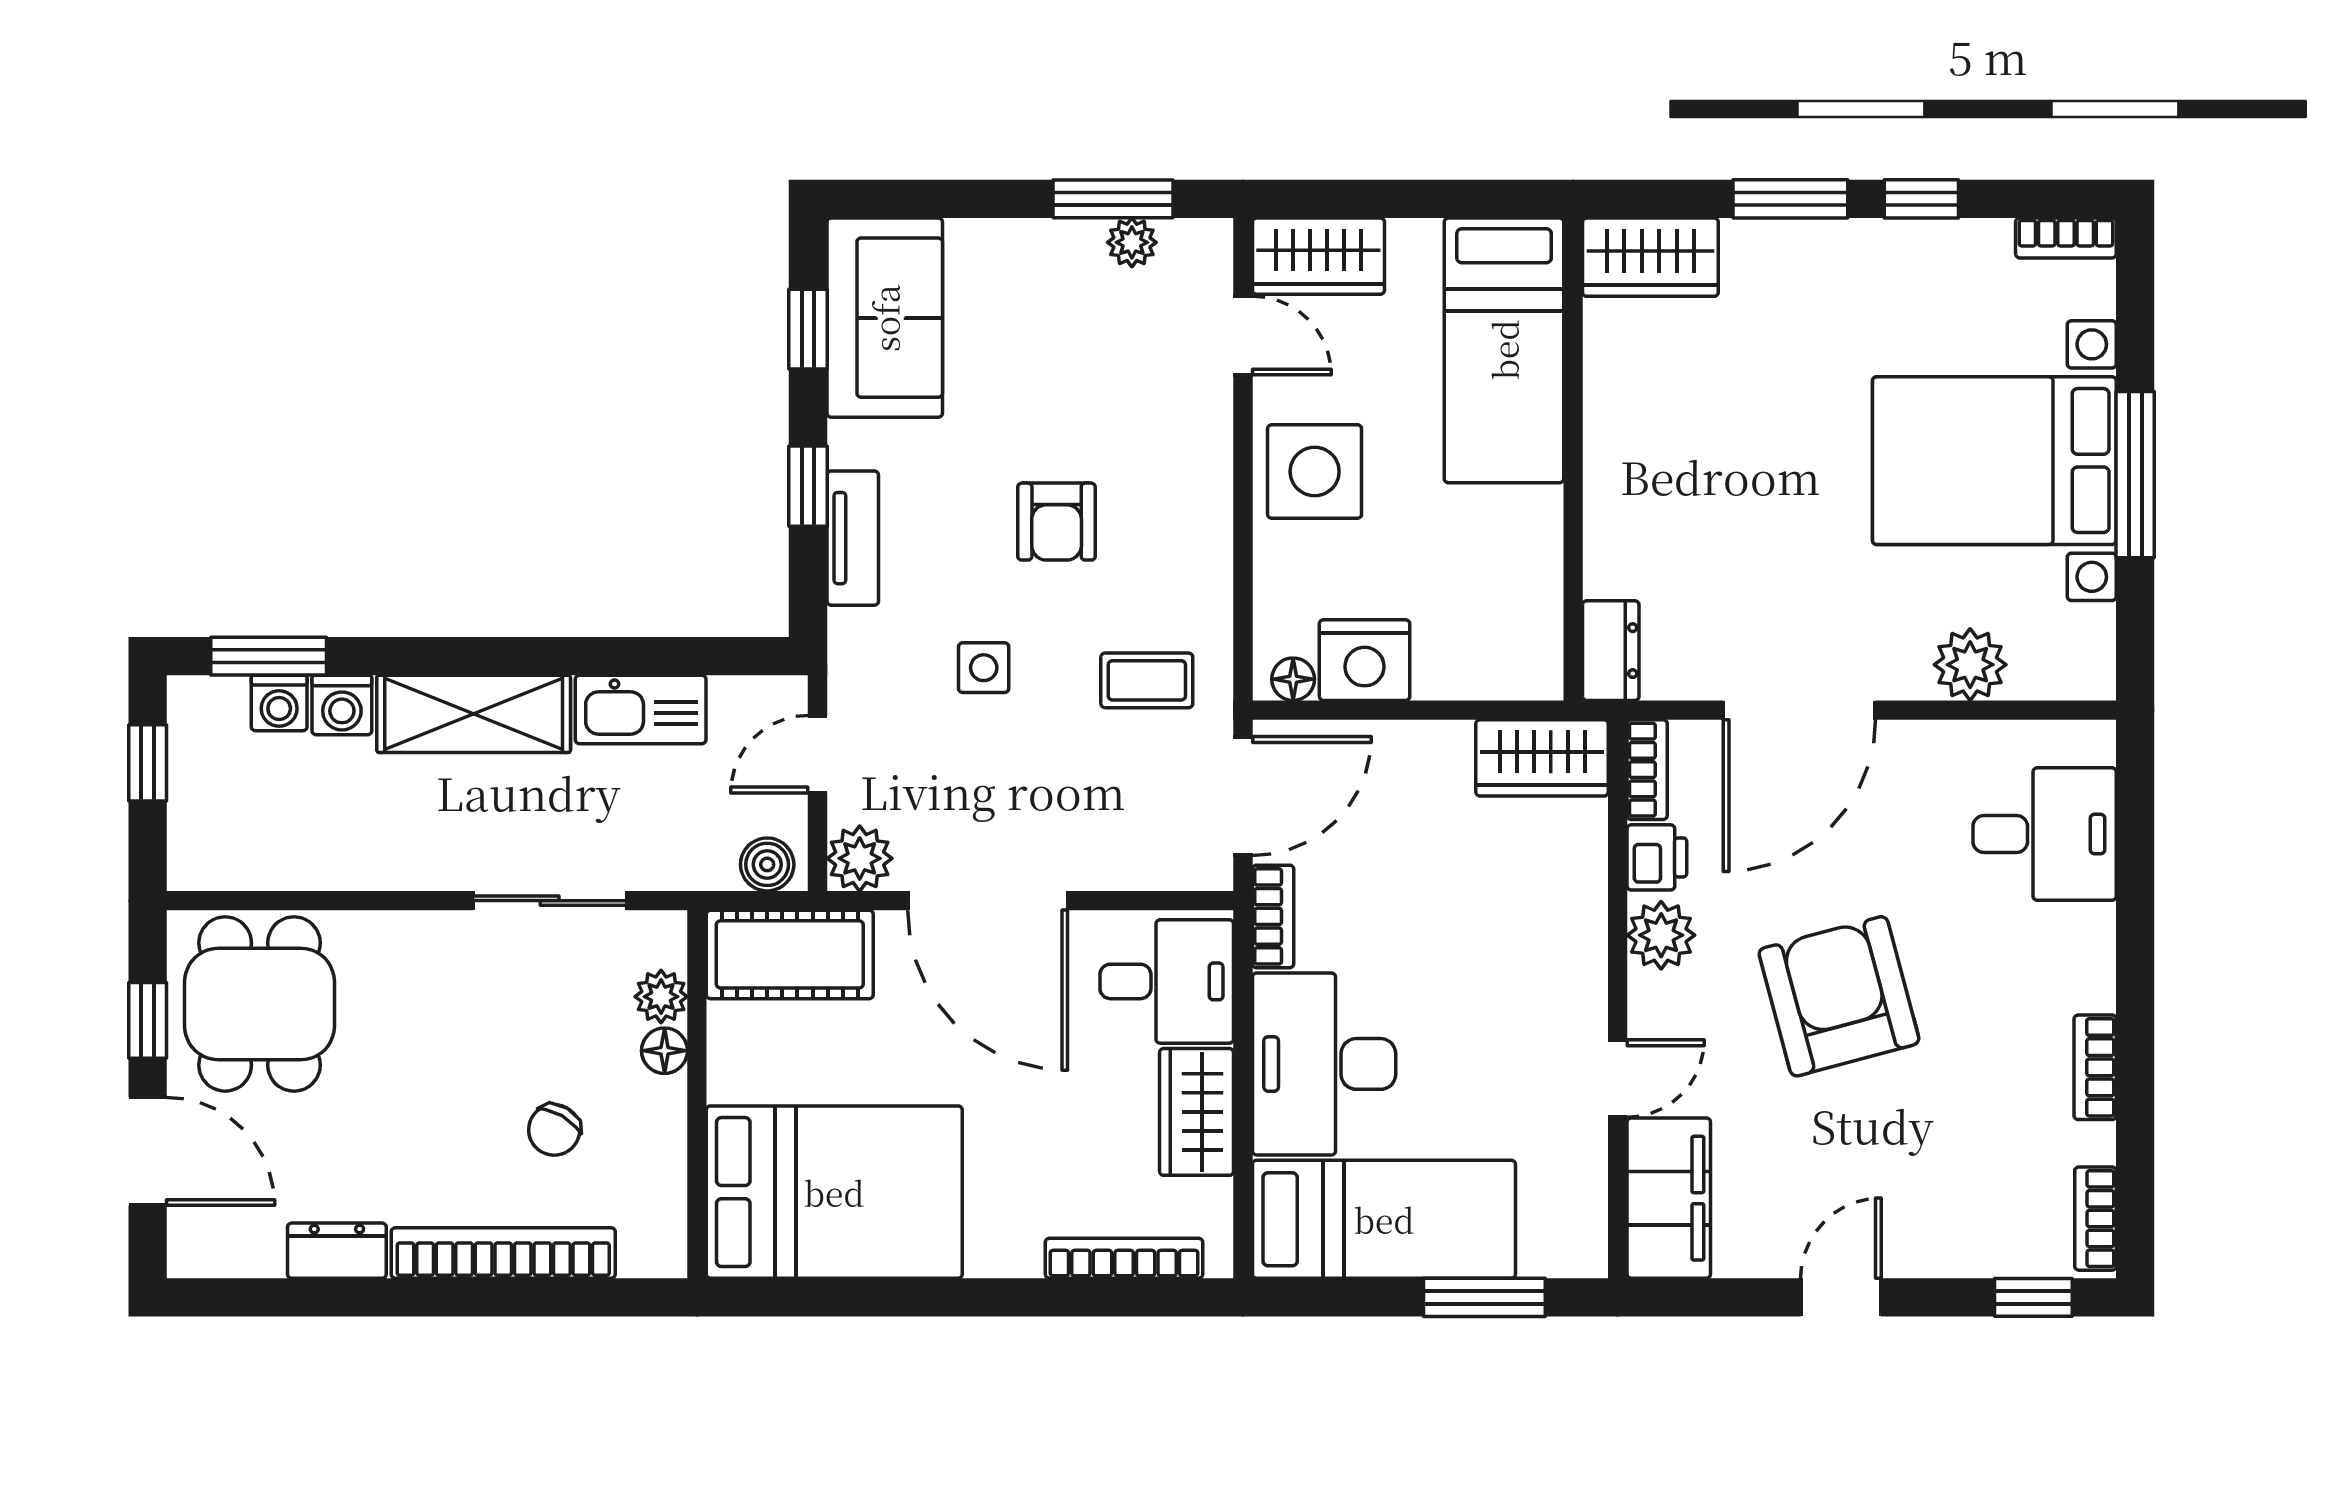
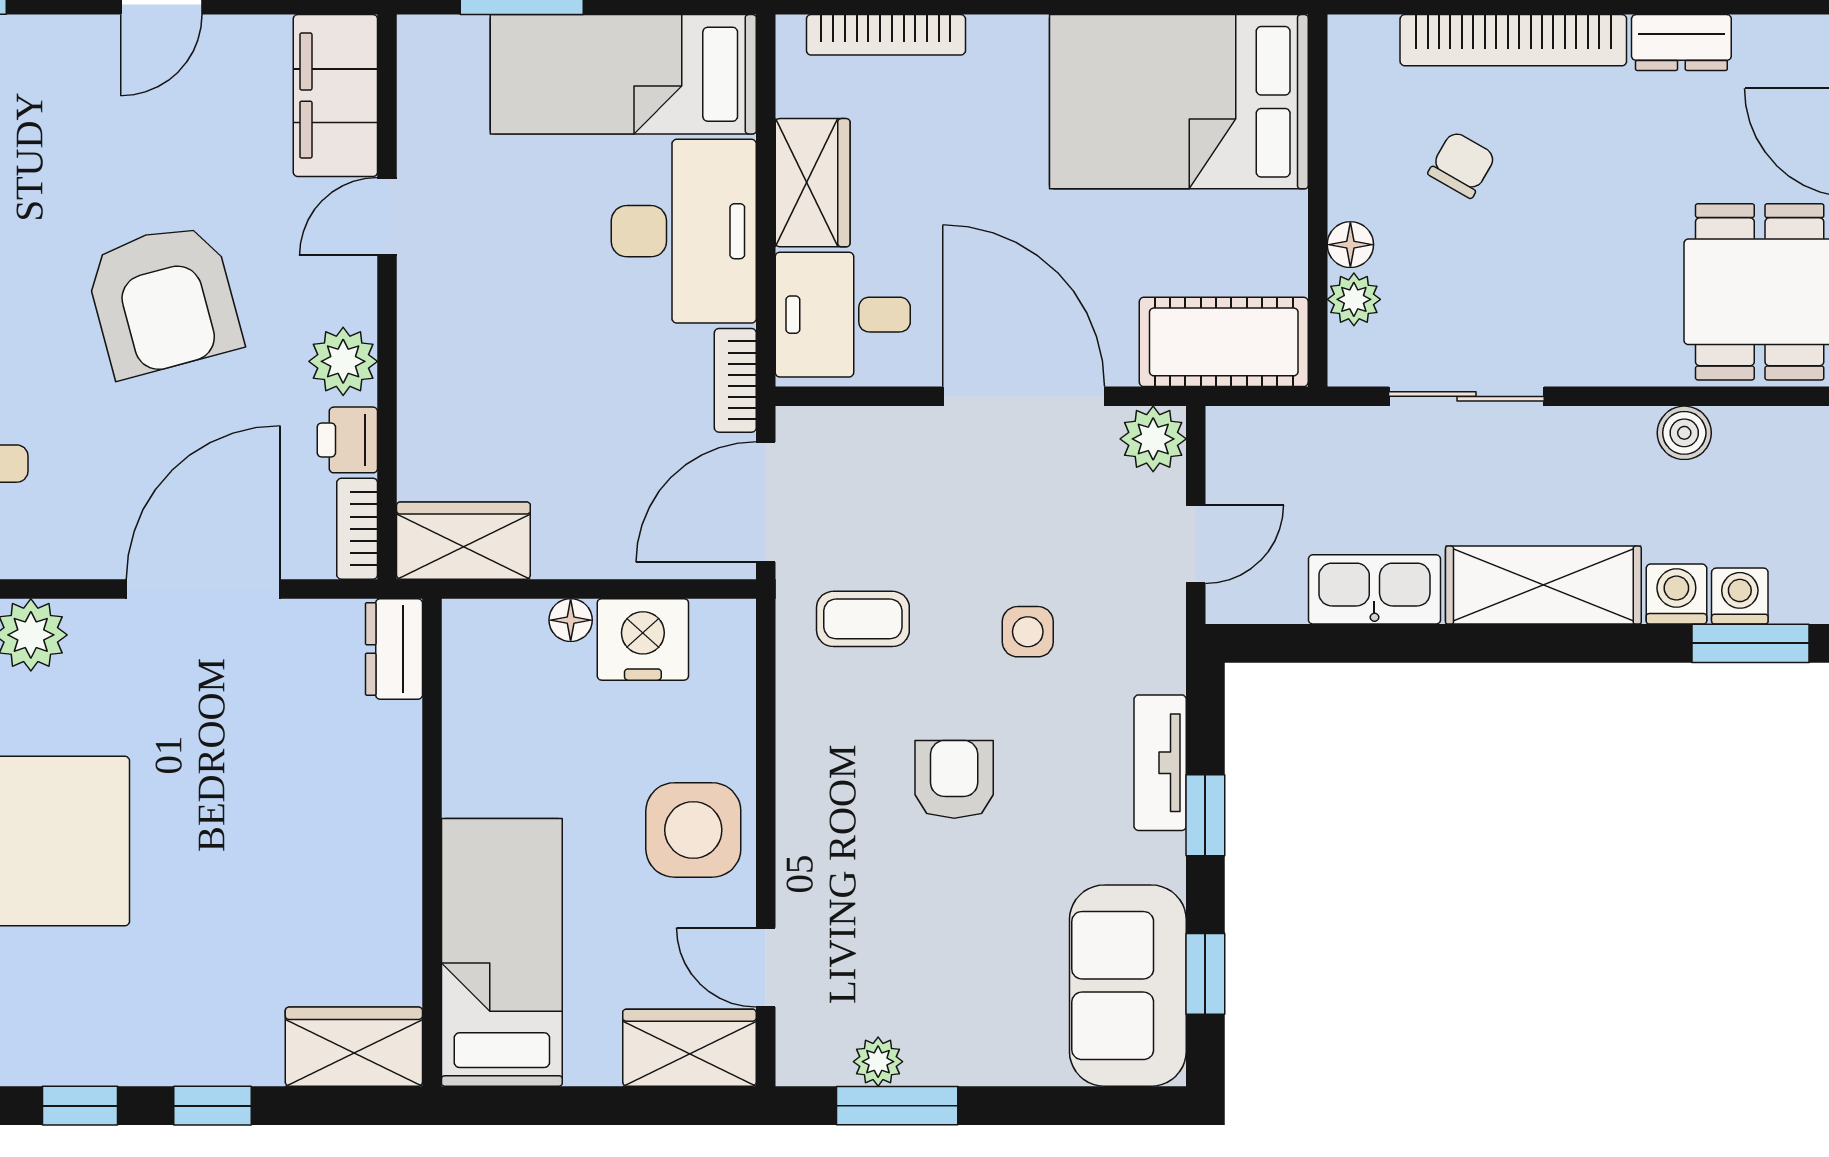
window: (1790, 199) -> (213, 1106), width x0.67
floor lamp: (1293, 679) -> (571, 620), moved
boiler: (767, 864) -> (1684, 433), moved

